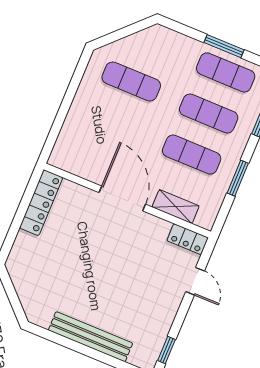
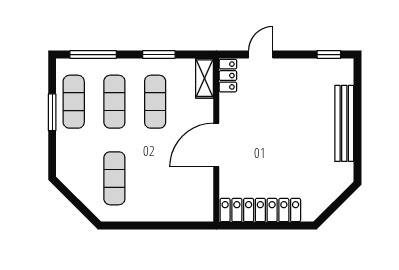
locker: (41, 203) -> (260, 210), width x1.41, depth x1.21
shelving: (176, 207) -> (205, 78), moved

